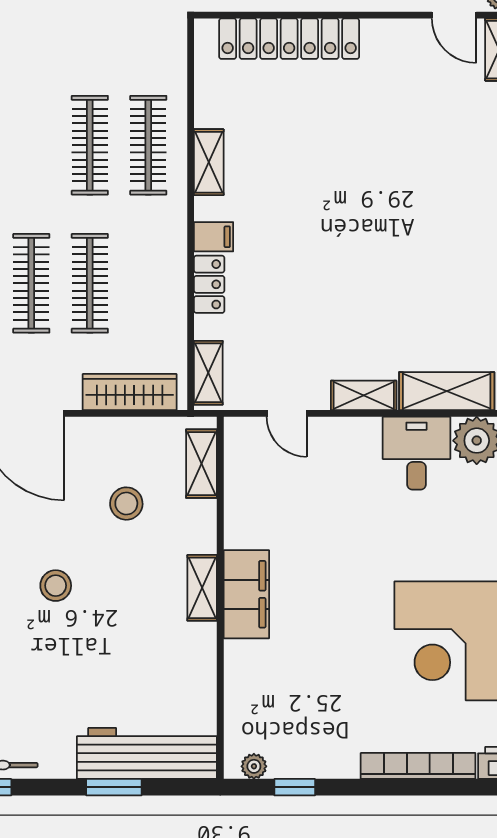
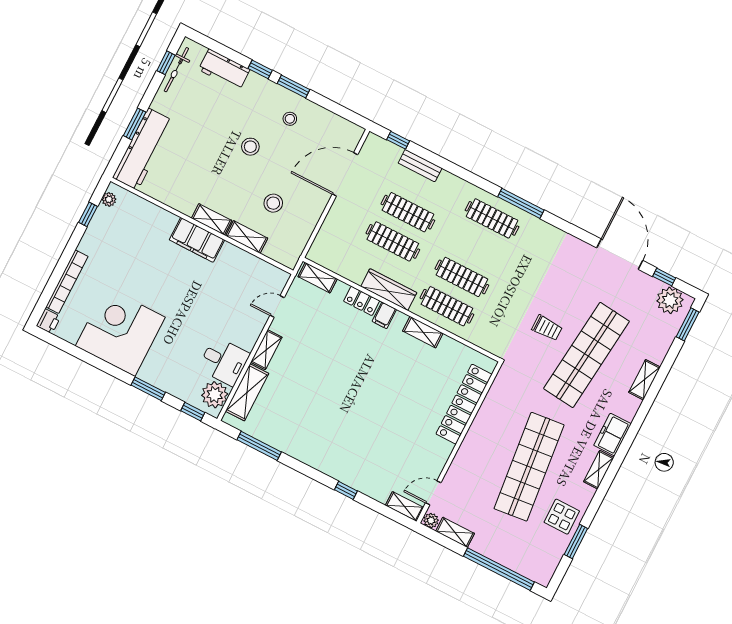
wardrobe: (130, 392) -> (389, 290), moved, turned -90
shelving: (201, 464) -> (247, 237), moved

